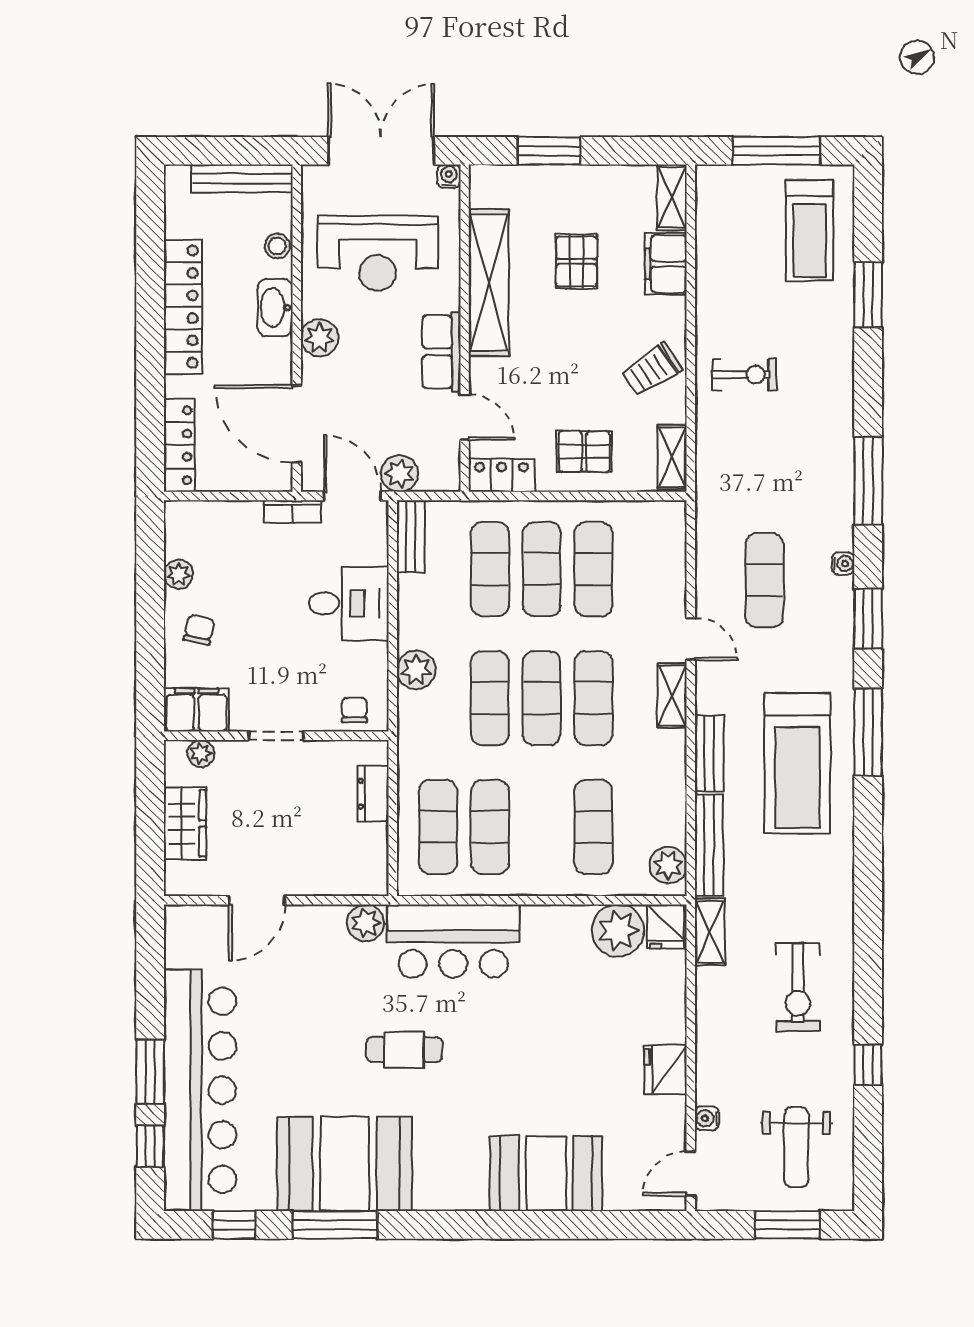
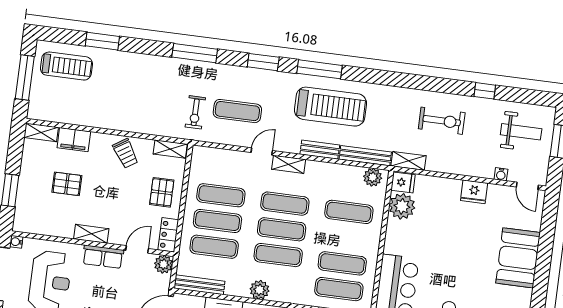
shelving: (489, 282) -> (91, 234), width x0.45, depth x0.75
exercise bike: (744, 375) -> (195, 112), moved, turned 180
plant: (399, 473) -> (164, 264), moved
bench: (411, 537) -> (199, 285), width x1.36
water cooler: (843, 563) -> (234, 71), removed

